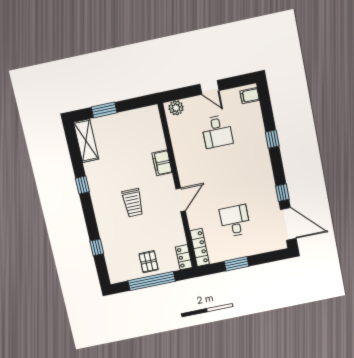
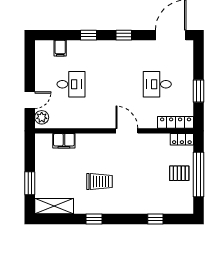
door: (209, 87) -> (30, 100), moved
filing cabinet: (250, 96) -> (60, 48), moved
filing cabinet: (162, 163) -> (64, 141), moved
window: (282, 193) -> (124, 35), moved
trolley: (133, 203) -> (99, 181), moved

